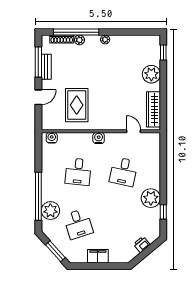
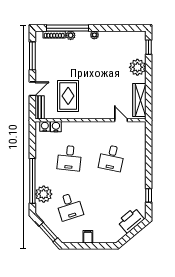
bench: (46, 67) -> (40, 107), moved
water cooler: (99, 138) -> (56, 127), moved
plant: (151, 198) -> (137, 183), removed
printer: (142, 244) -> (131, 220), width x1.87, depth x1.48
filing cabinet: (98, 256) -> (88, 237), width x0.50

